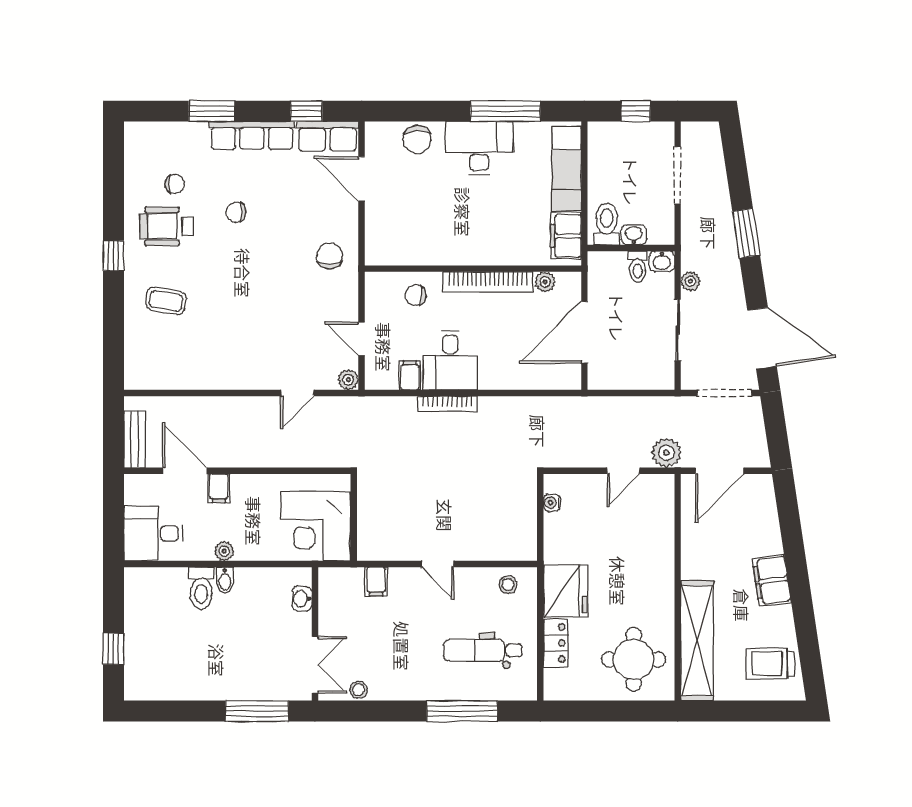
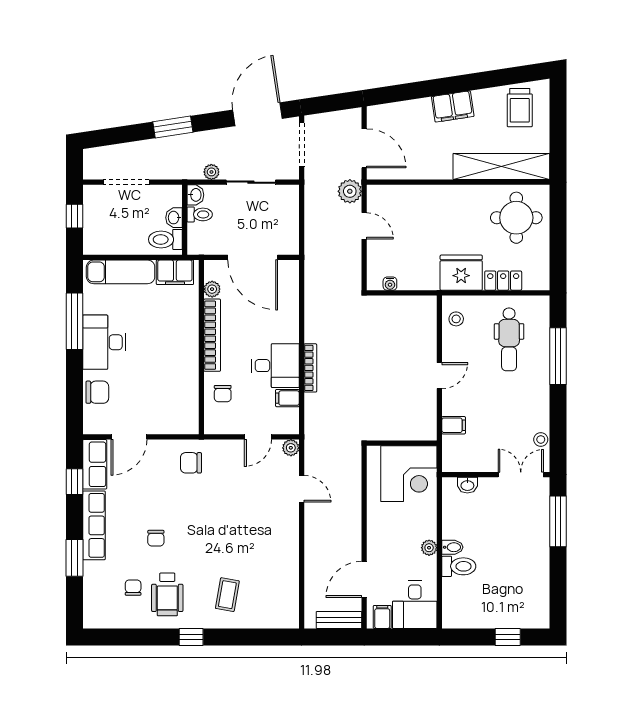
filing cabinet: (219, 488) -> (382, 617), moved, turned -90

